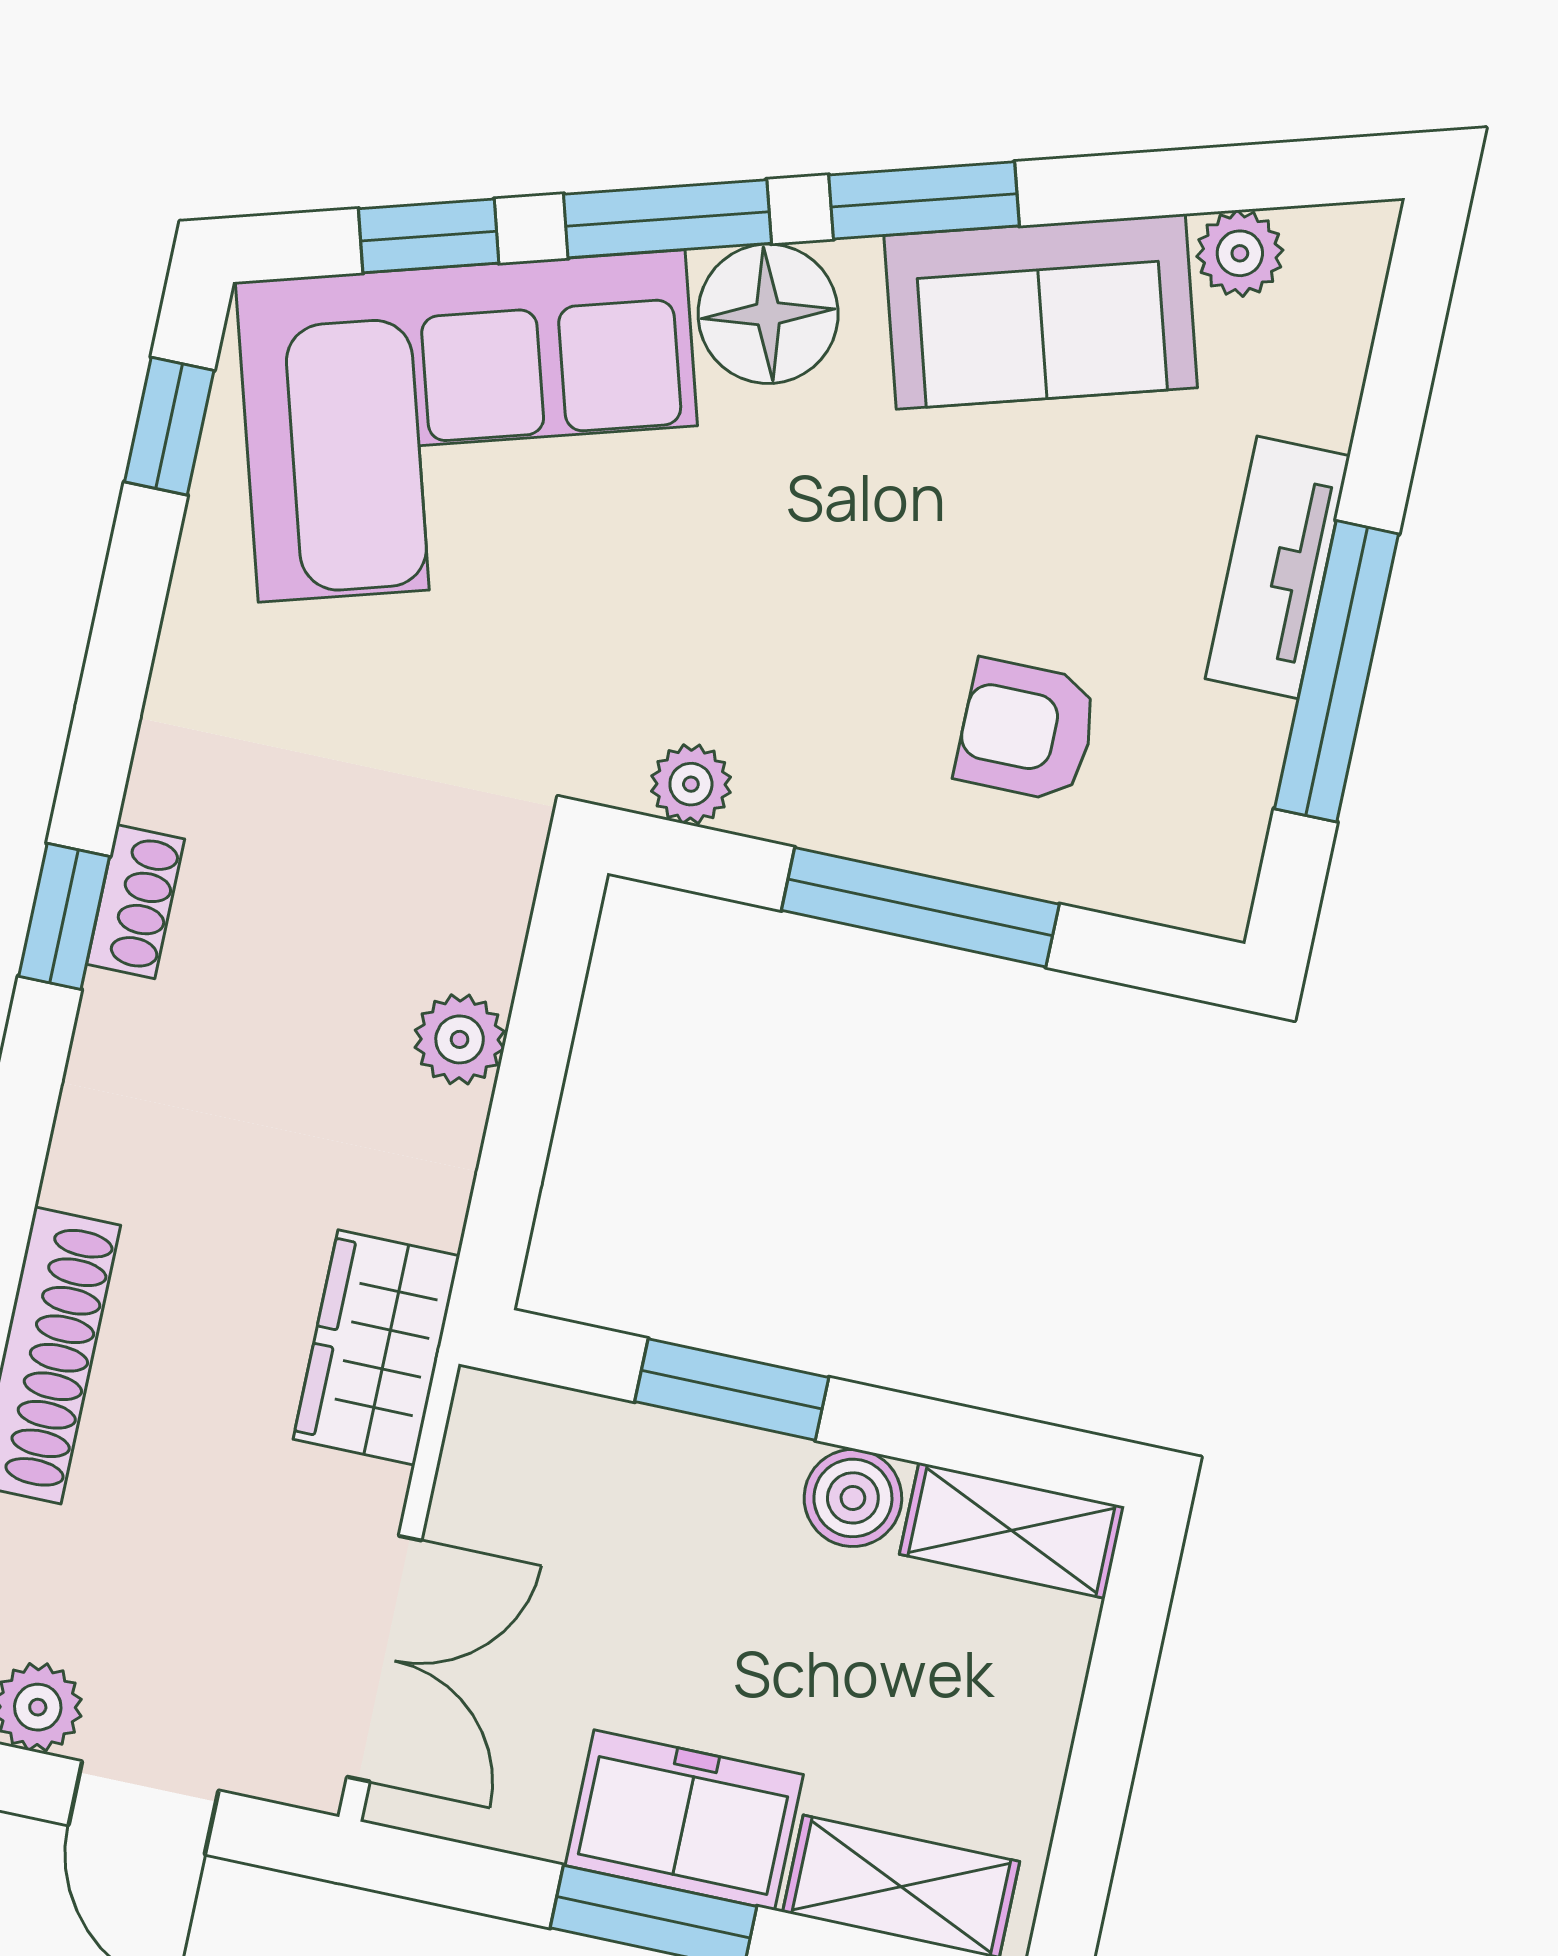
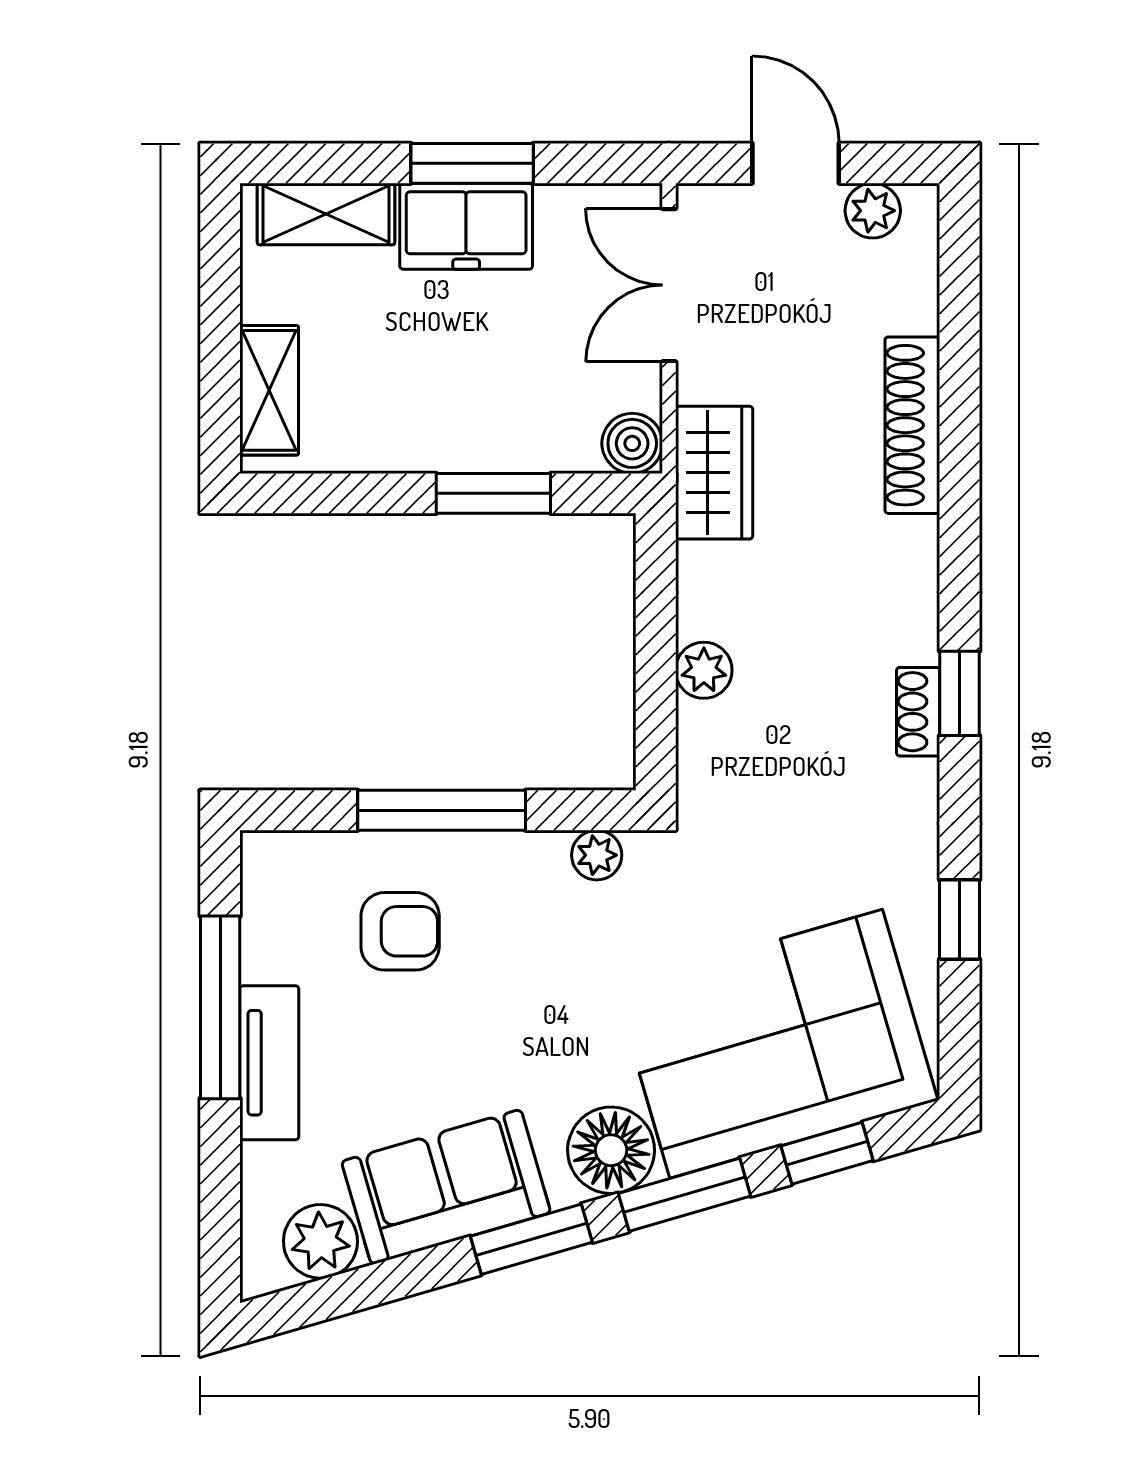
plant: (1240, 253) -> (320, 1241), width x1.38, depth x1.38
window: (169, 426) -> (959, 920), moved
boiler: (853, 1498) -> (632, 443), moved
shelving: (1012, 1530) -> (269, 390), moved, turned 90

